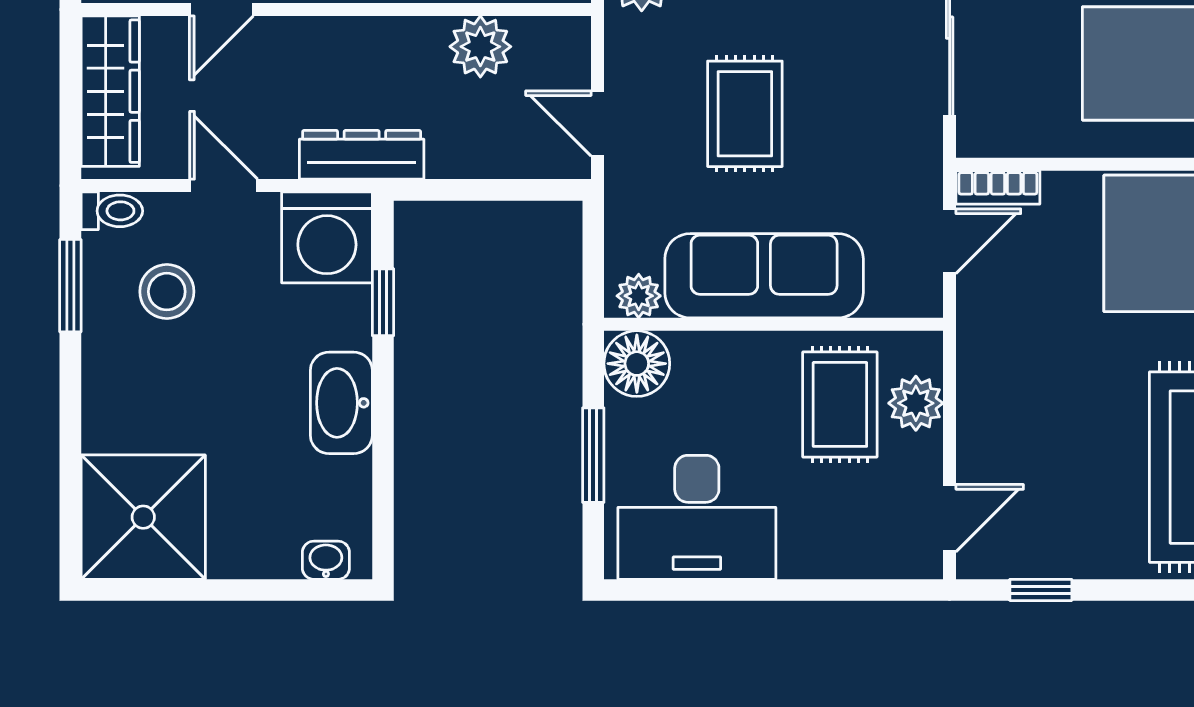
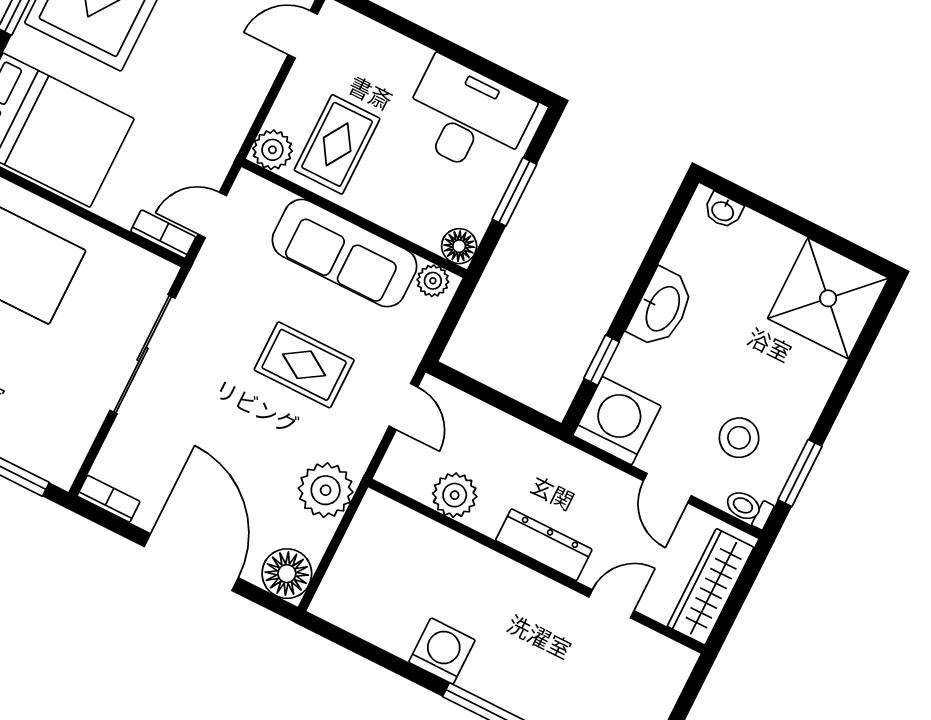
rug: (745, 114) -> (304, 365), turned 90
dresser: (362, 155) -> (544, 545), moved, turned 180
floor lamp: (637, 364) -> (459, 246), width x0.73, depth x0.73
plant: (916, 403) -> (272, 150), moved

